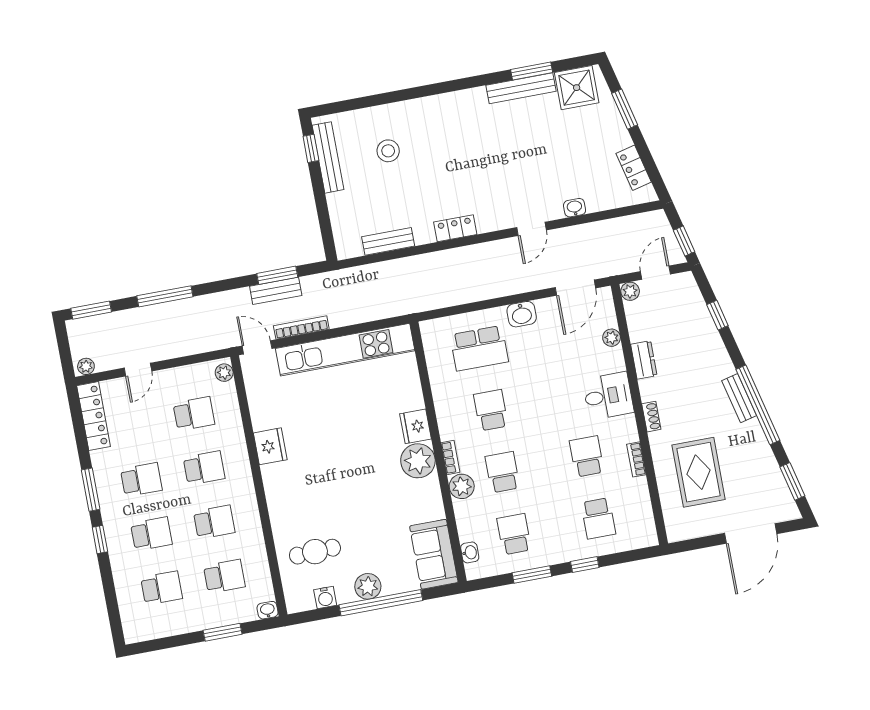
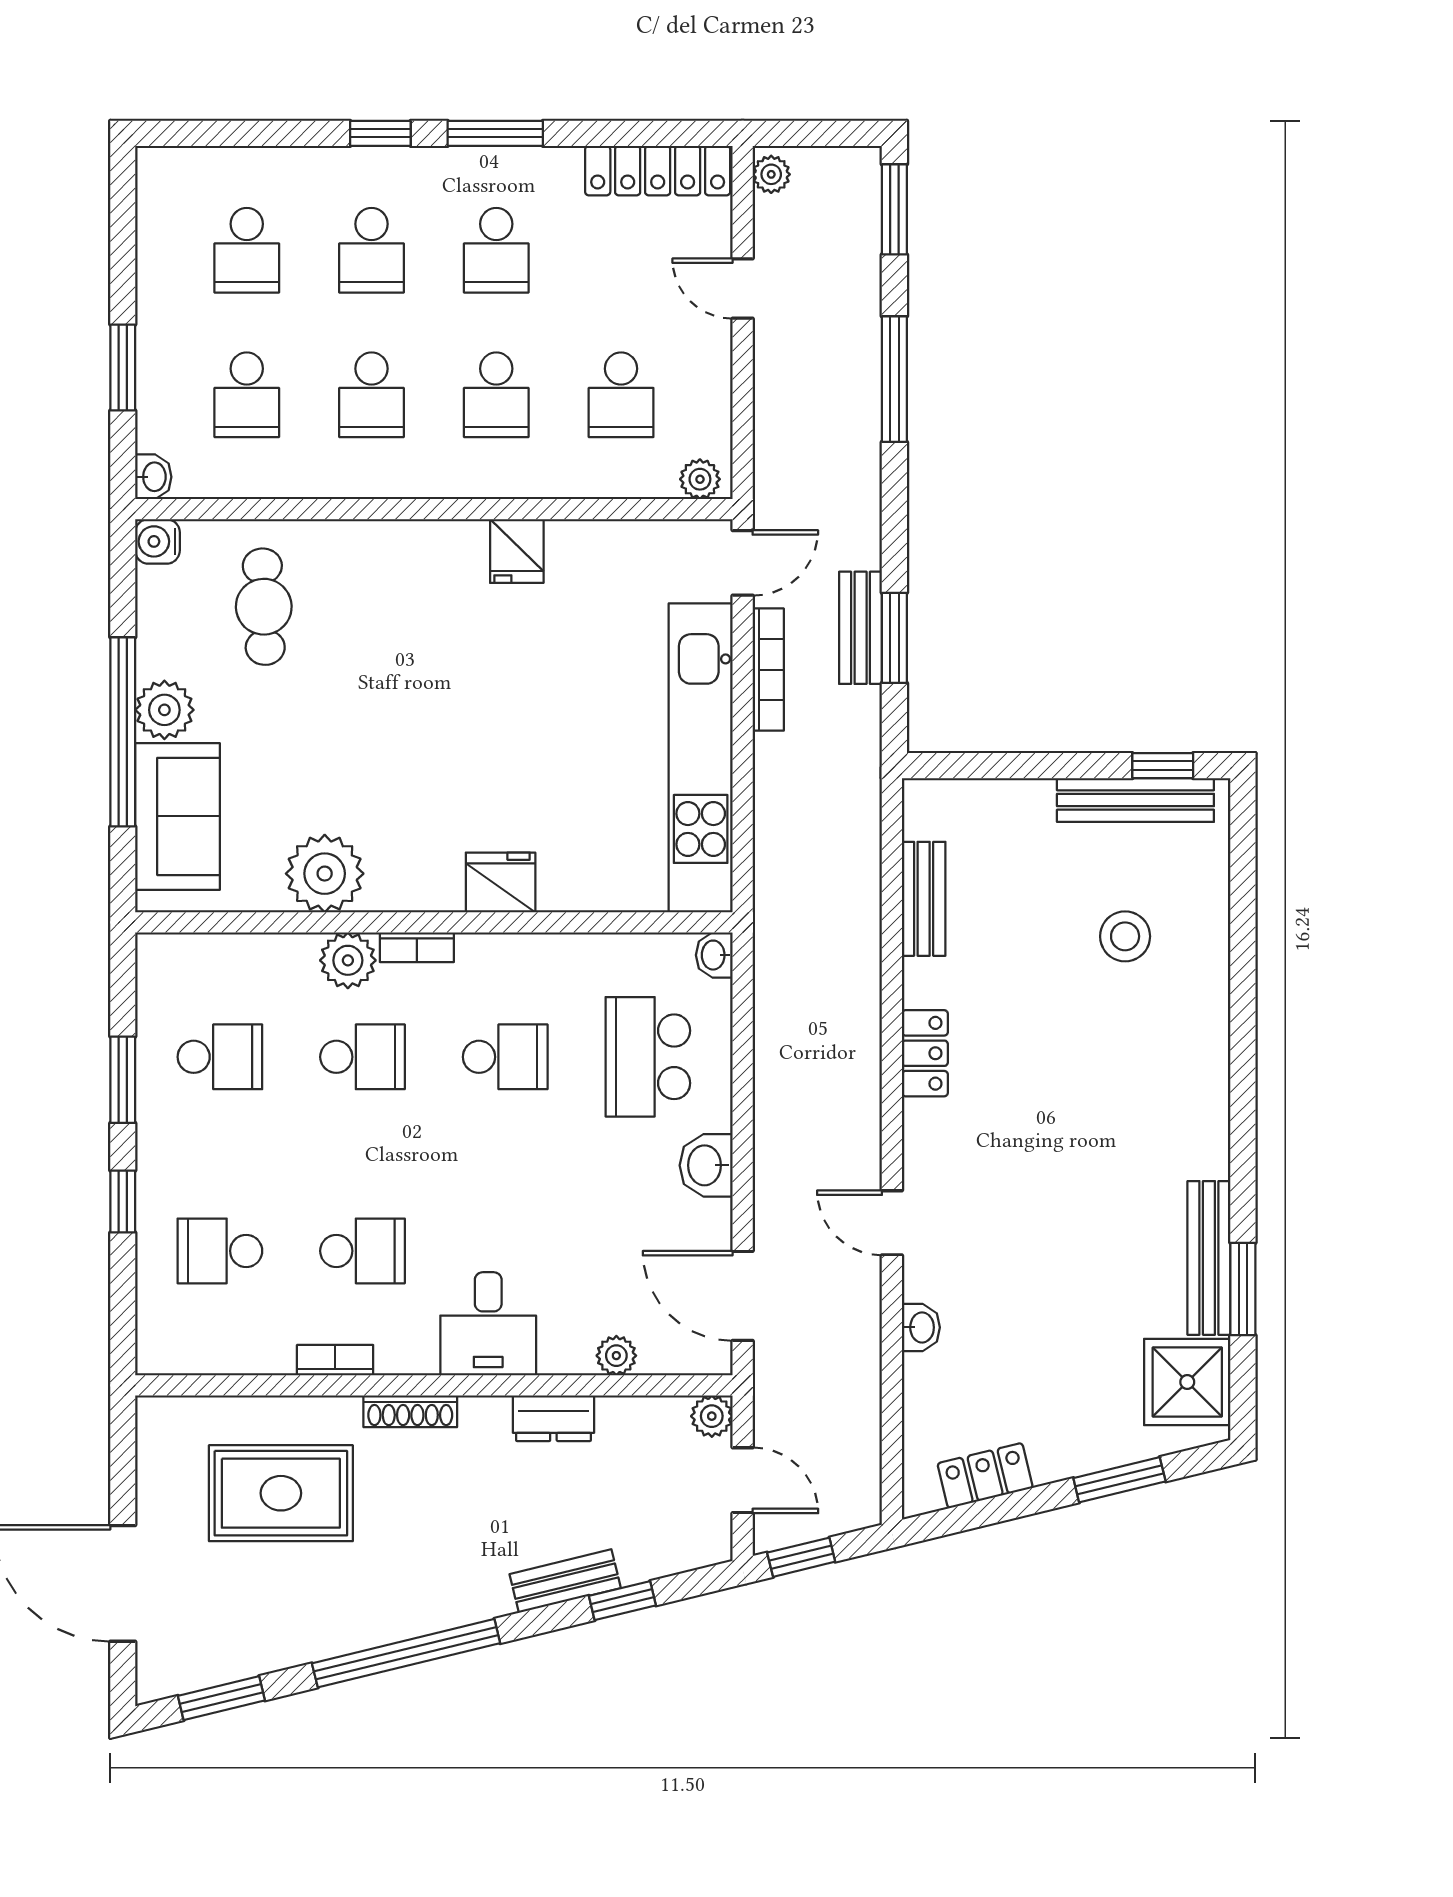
bench: (739, 398) -> (565, 1581), moved
shoe rack: (651, 417) -> (410, 1411), width x1.43
fridge: (270, 446) -> (517, 551), width x0.72
plant: (418, 461) -> (325, 874), moved
washbasin: (470, 552) -> (714, 955), moved, turned 90
sofa: (434, 554) -> (178, 816), moved, turned 90
water cooler: (325, 597) -> (157, 541), moved

